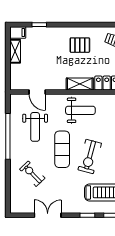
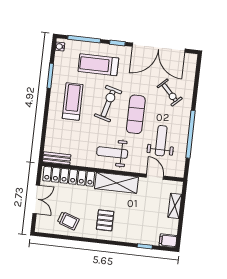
pallet: (80, 45) -> (105, 220), turned 90
shelving: (15, 51) -> (175, 206), moved
shelving: (80, 84) -> (116, 183), width x1.50, depth x1.33
double door: (48, 215) -> (159, 48), width x1.87

